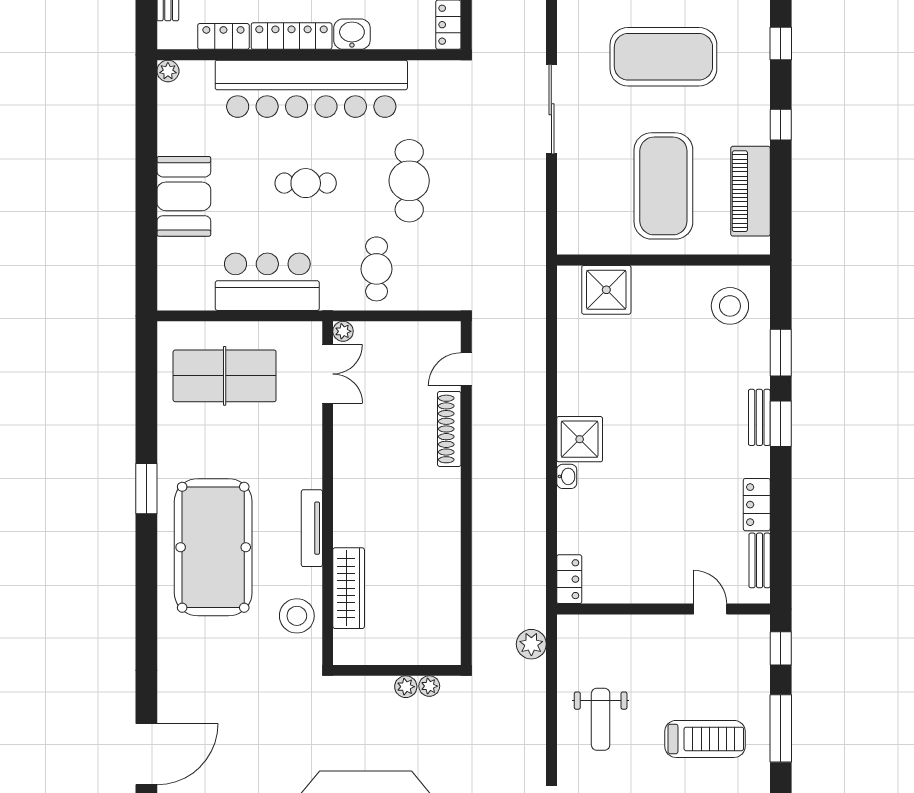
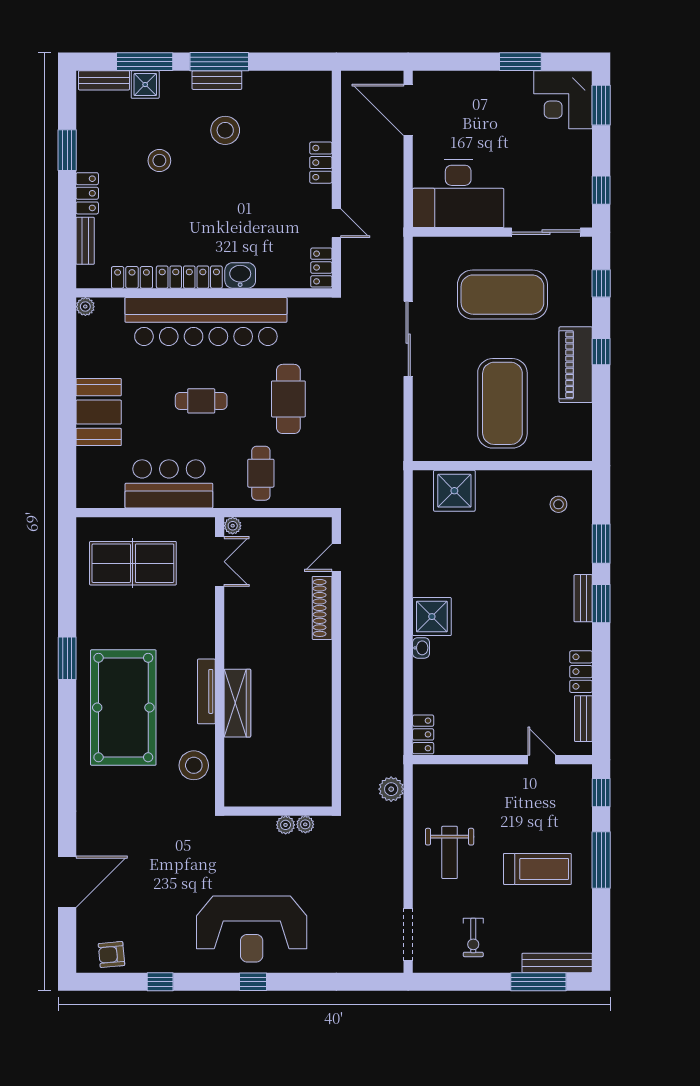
piano: (750, 191) -> (576, 365), moved
stool: (730, 306) -> (558, 504), width x0.53, depth x0.53
wardrobe: (349, 588) -> (237, 703), moved

